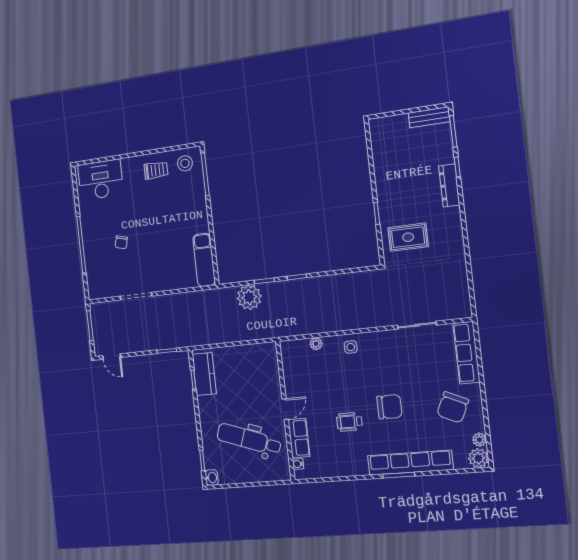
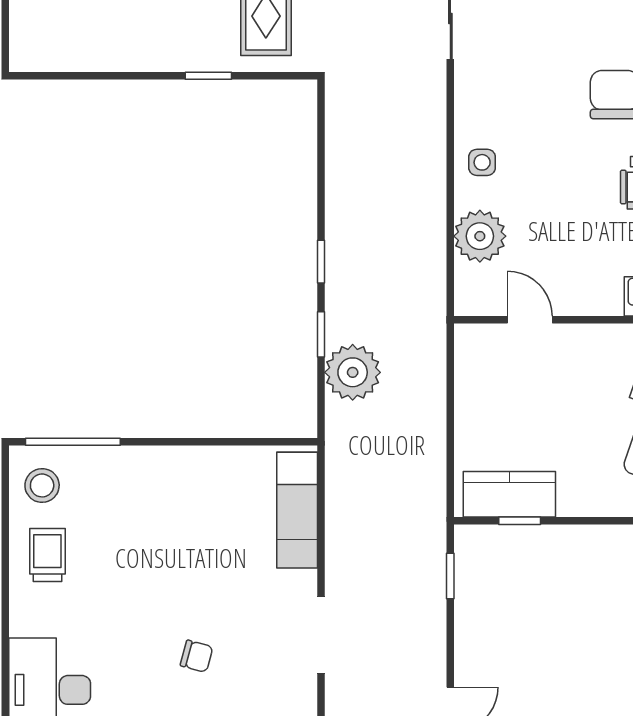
exam couch: (204, 260) -> (297, 510), moved, turned 90
plant: (316, 344) -> (480, 236), width x1.88, depth x1.88
door: (285, 409) -> (530, 320), moved

